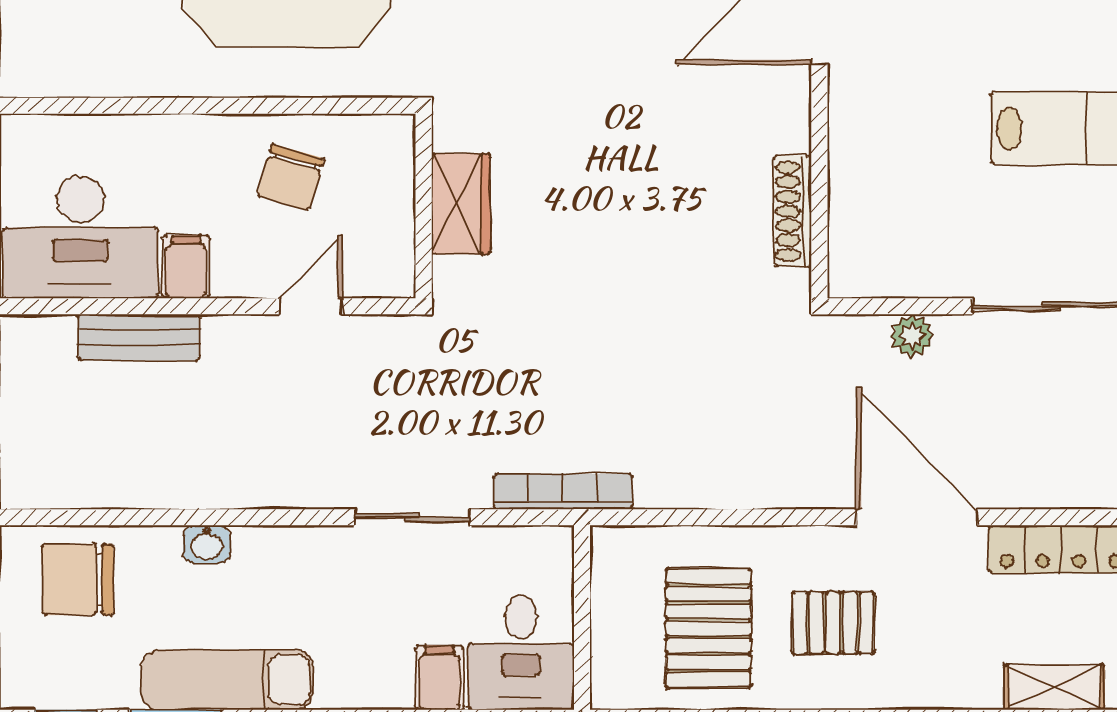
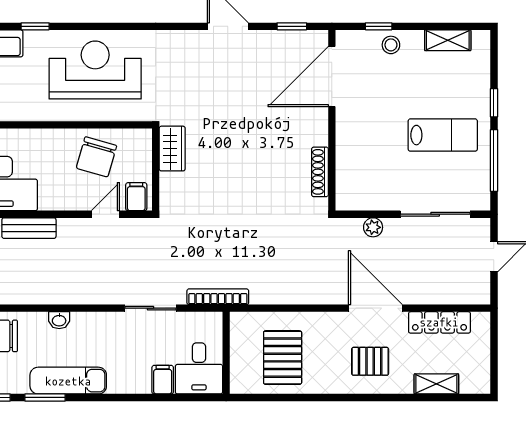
chair: (291, 177) -> (96, 157), width x1.37, depth x1.37
wardrobe: (461, 204) -> (172, 149), moved
filing cabinet: (186, 267) -> (136, 197), moved
pallet: (833, 623) -> (370, 361), moved

